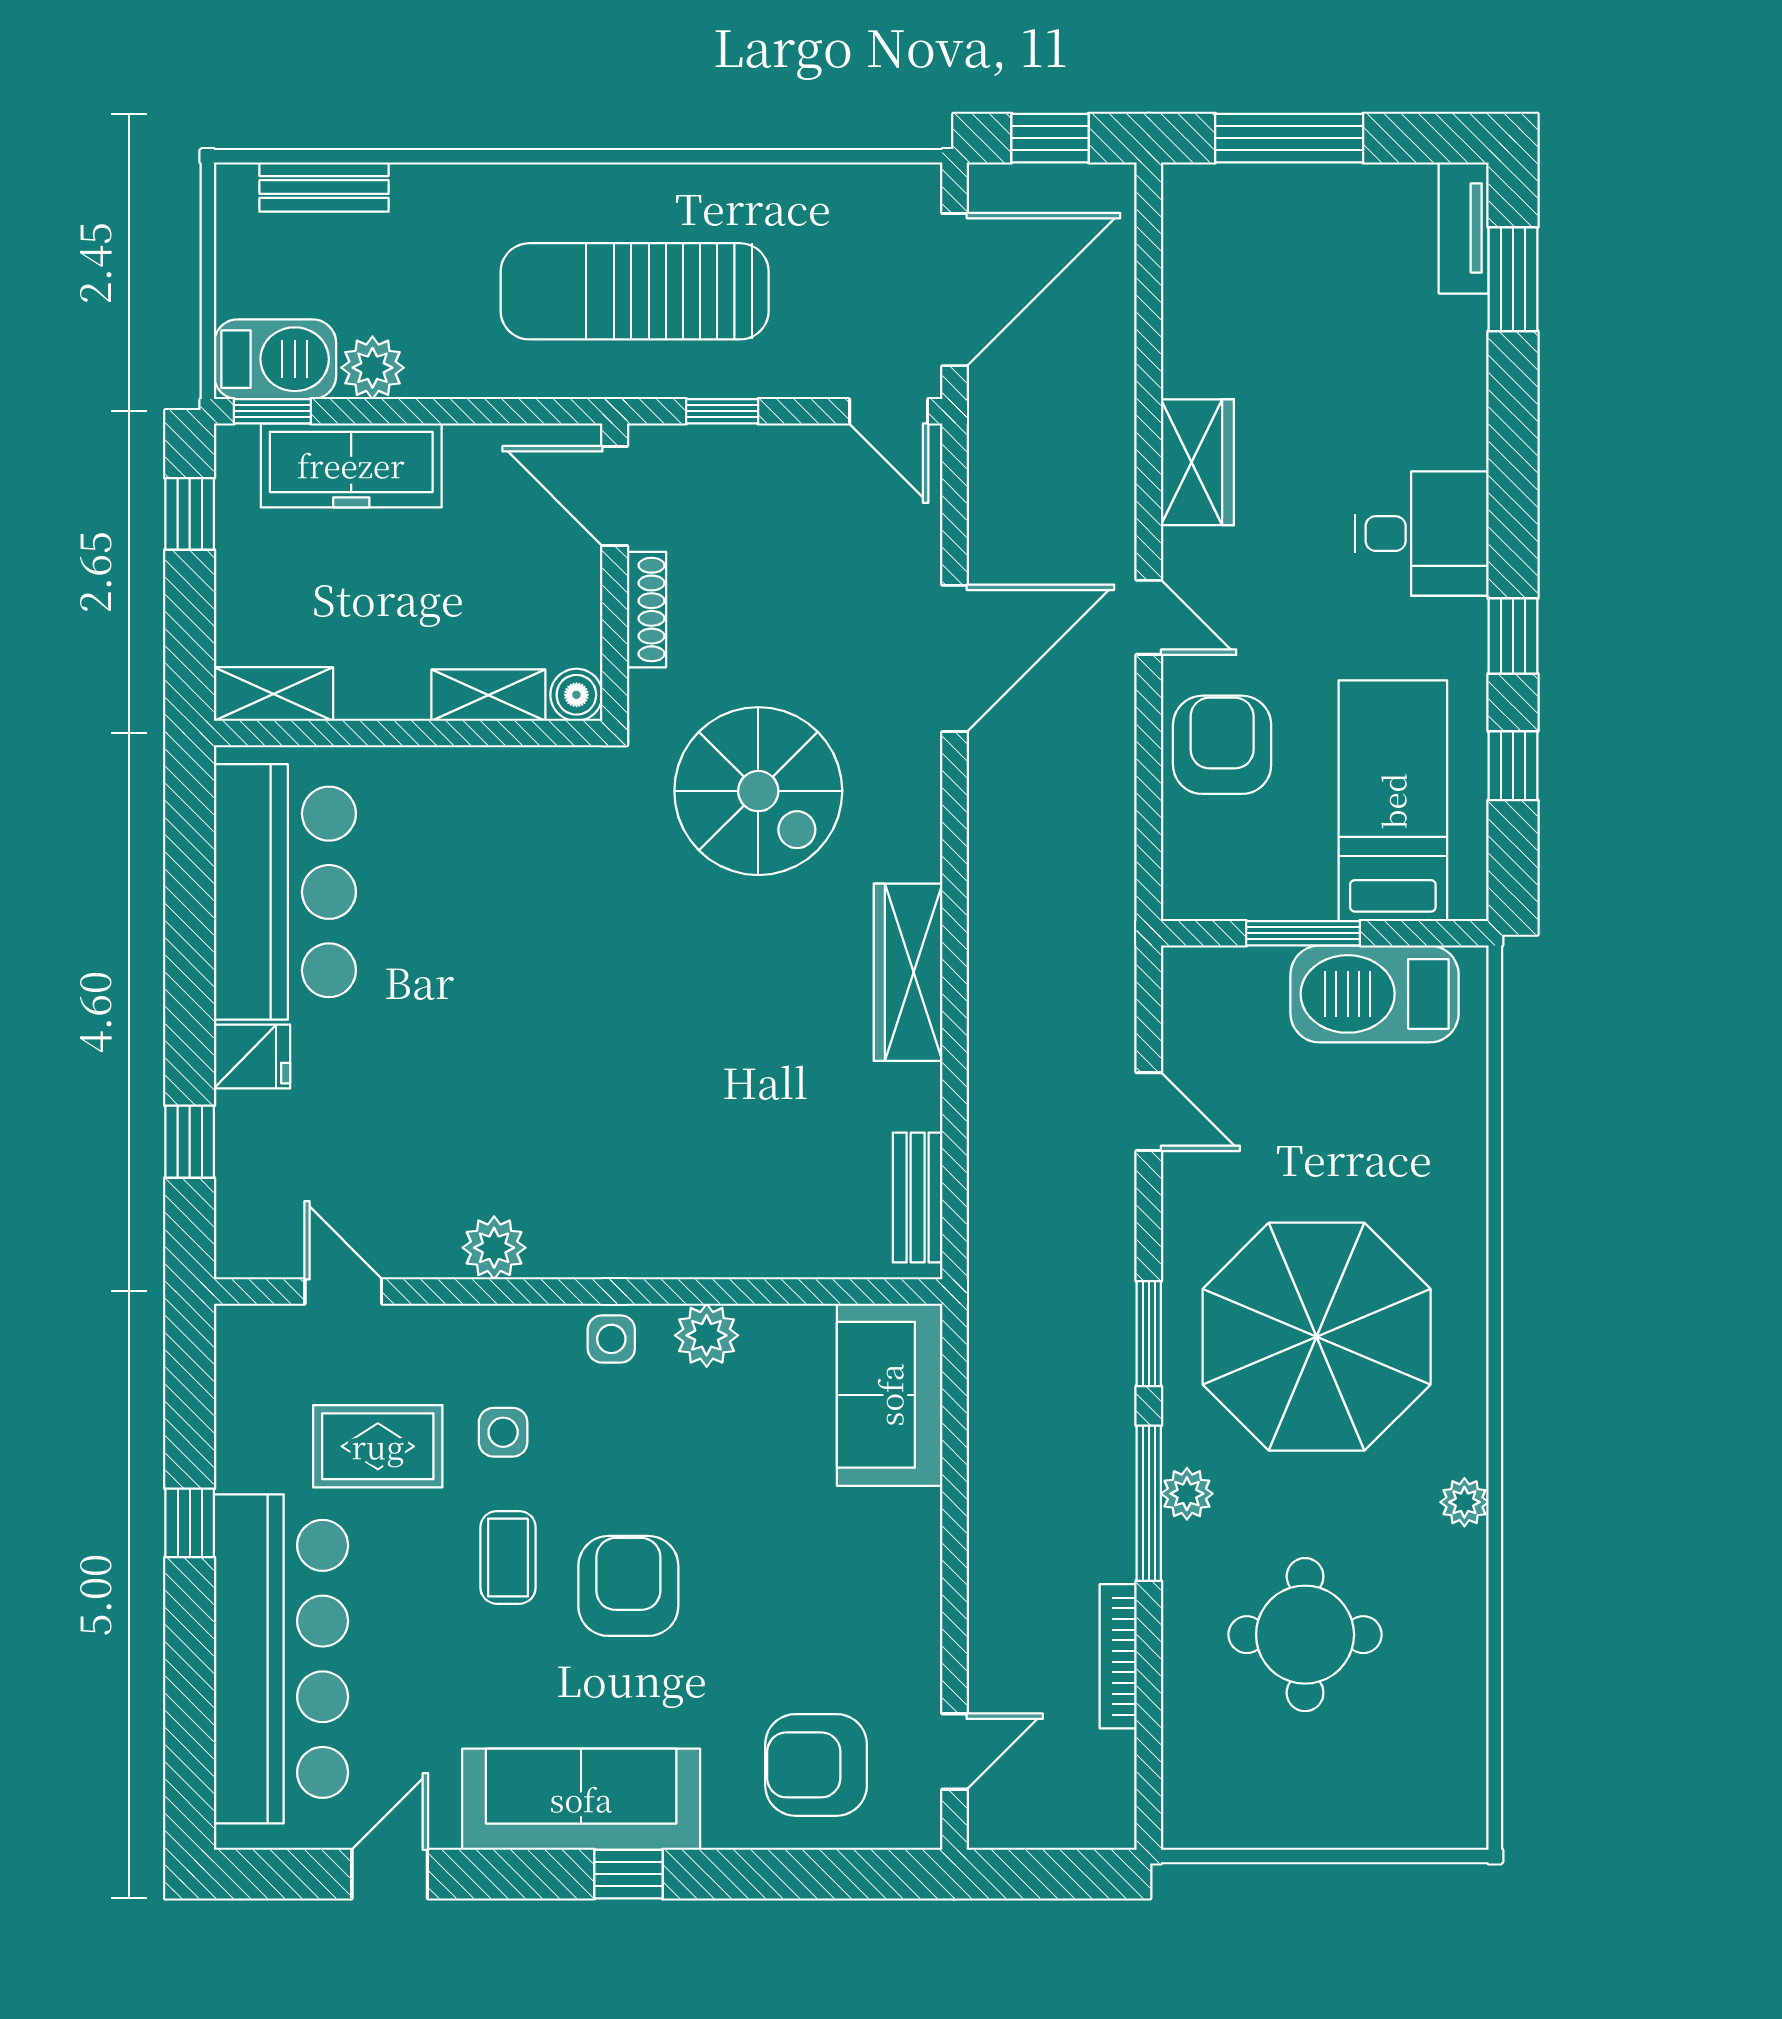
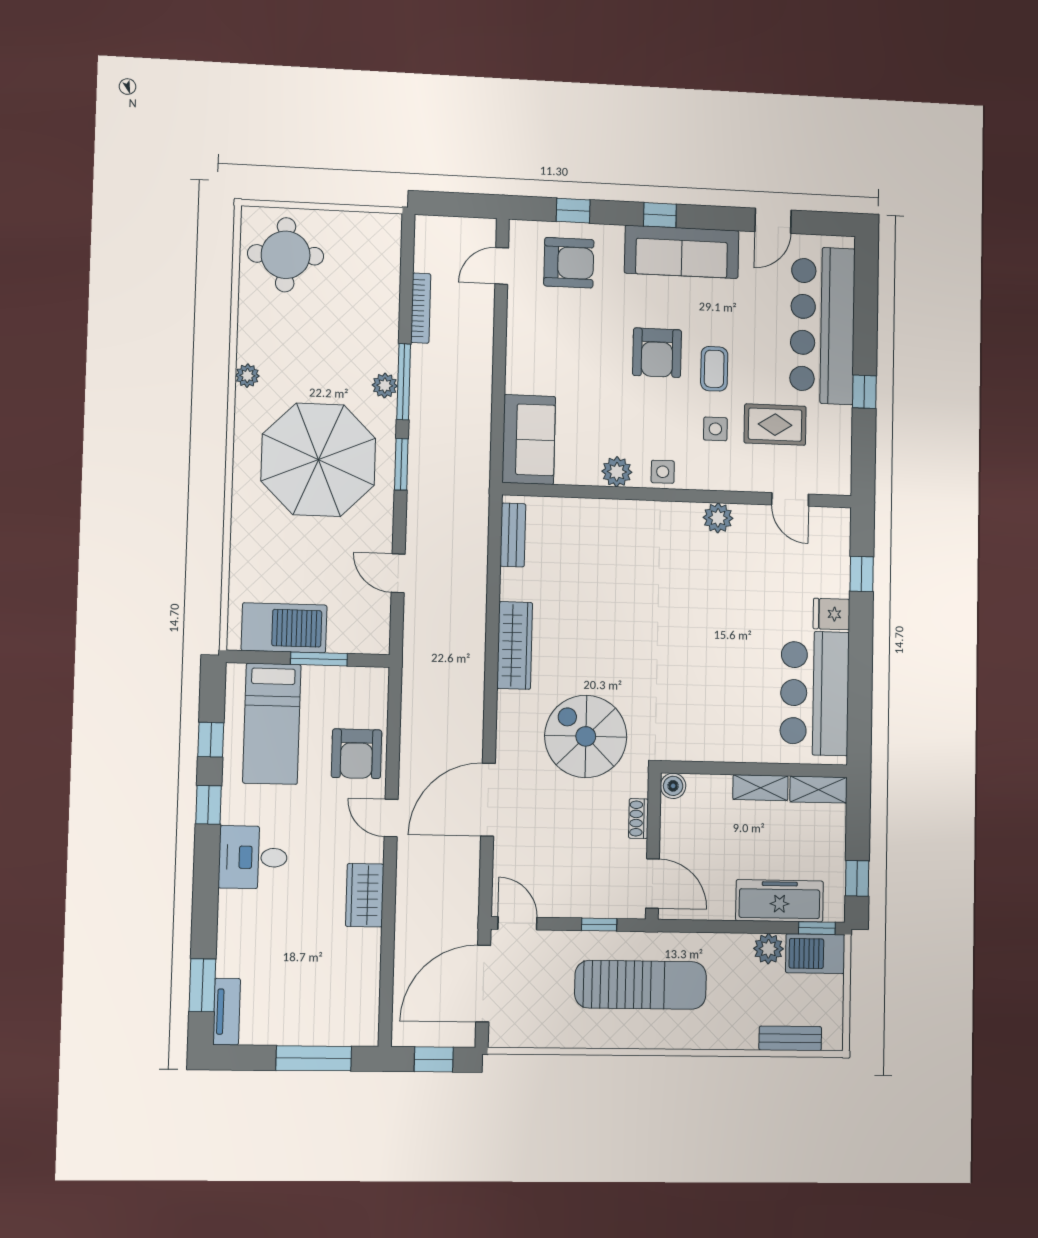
shoe rack: (646, 610) -> (638, 819), width x0.70
shelving: (488, 695) -> (760, 788), moved
round table: (1305, 1635) -> (286, 255), moved
window: (810, 1874) -> (573, 211), added

